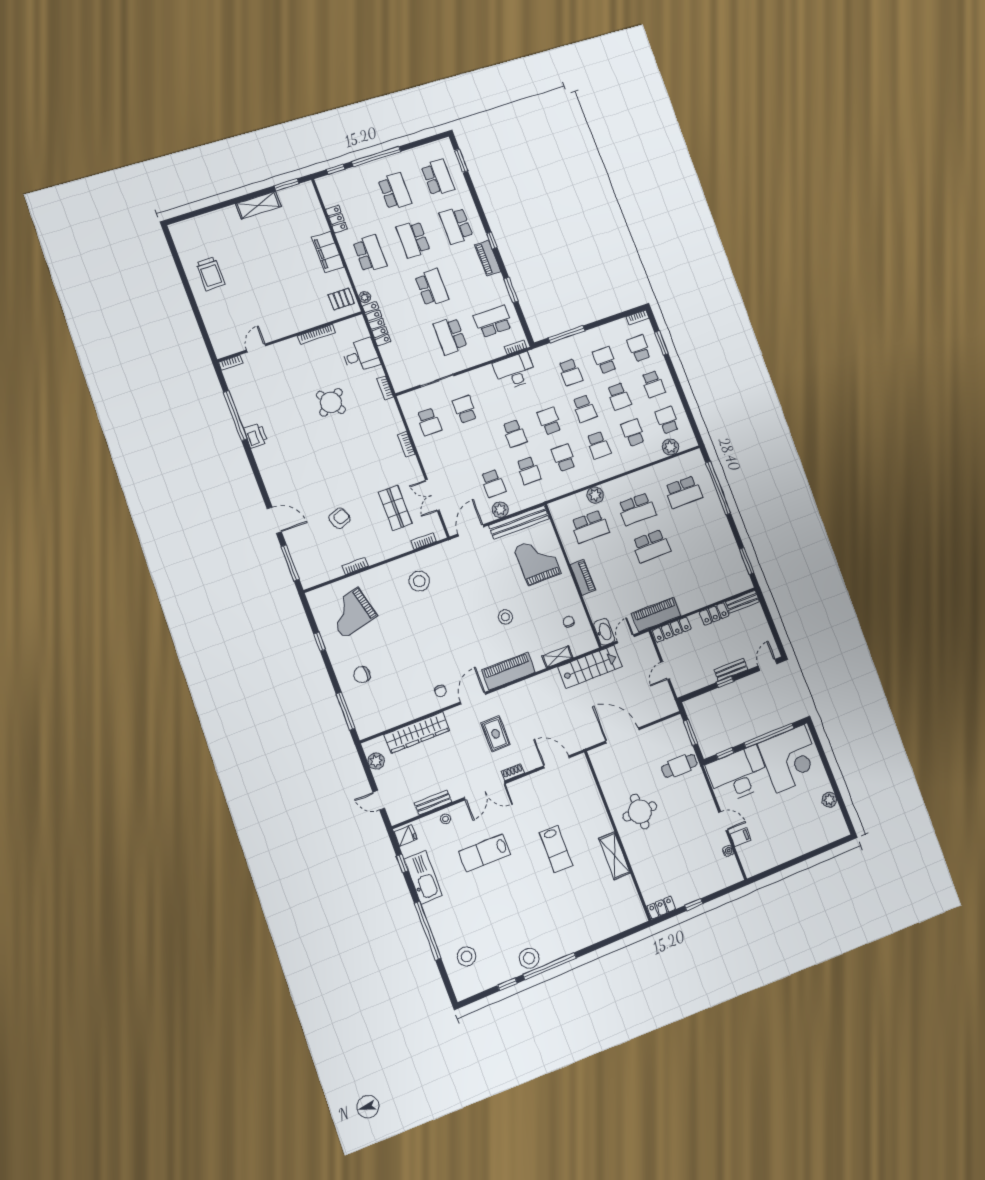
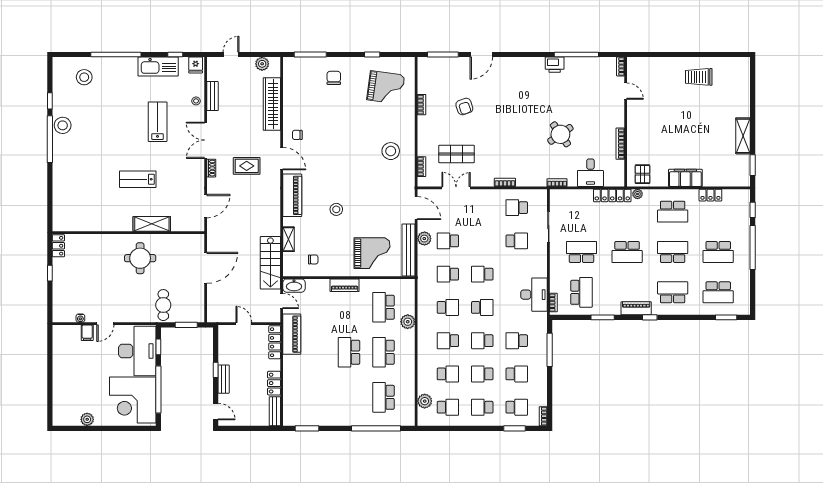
grand piano: (351, 613) -> (386, 87), turned 112
shelving: (614, 856) -> (152, 224), moved

